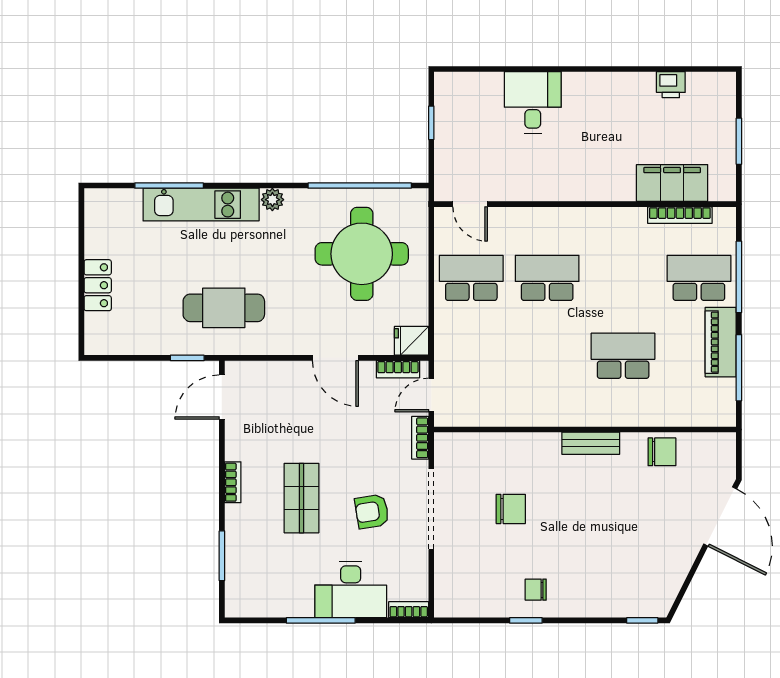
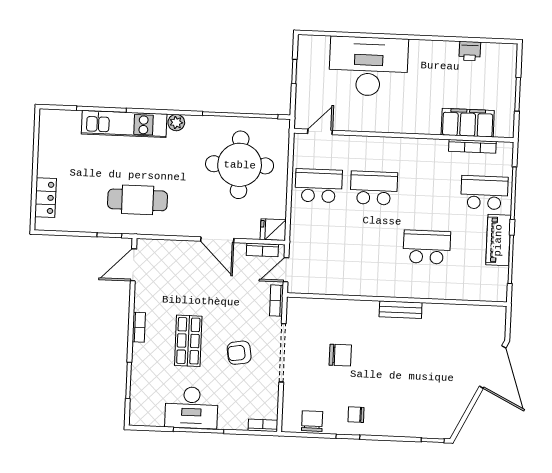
desk: (533, 102) -> (368, 66), width x1.87, depth x1.30
door: (470, 204) -> (320, 132), swing flipped
locker: (98, 285) -> (46, 198), moved
chair: (662, 452) -> (312, 421), moved, turned -90
desk: (351, 590) -> (191, 408), moved

